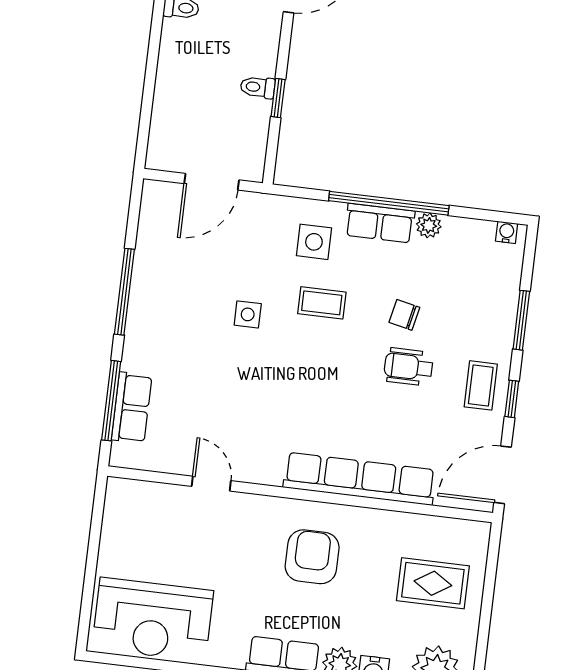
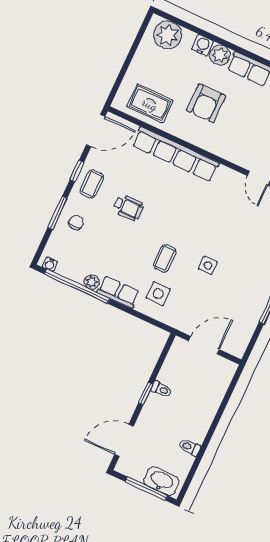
window: (278, 98) -> (146, 394), moved
window: (389, 203) -> (77, 286), moved
coffee table: (322, 303) -> (165, 258), turned 90
chair: (404, 315) -> (76, 223), moved, turned -102
armchair: (312, 557) -> (206, 103), moved
rug: (433, 583) -> (150, 104), moved

